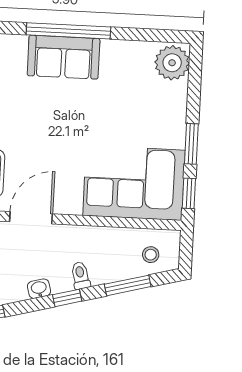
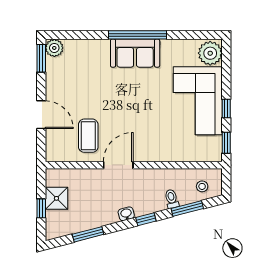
window: (191, 144) -> (226, 109), width x0.67
corner sofa: (134, 183) -> (198, 101), moved, turned -90
toilet: (80, 276) -> (172, 199), moved

